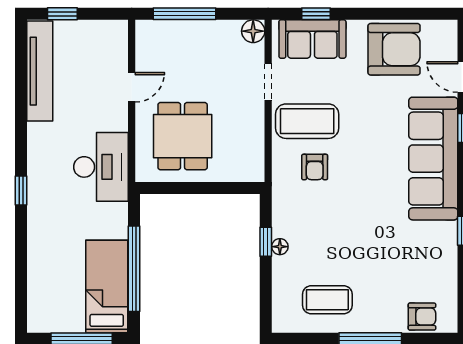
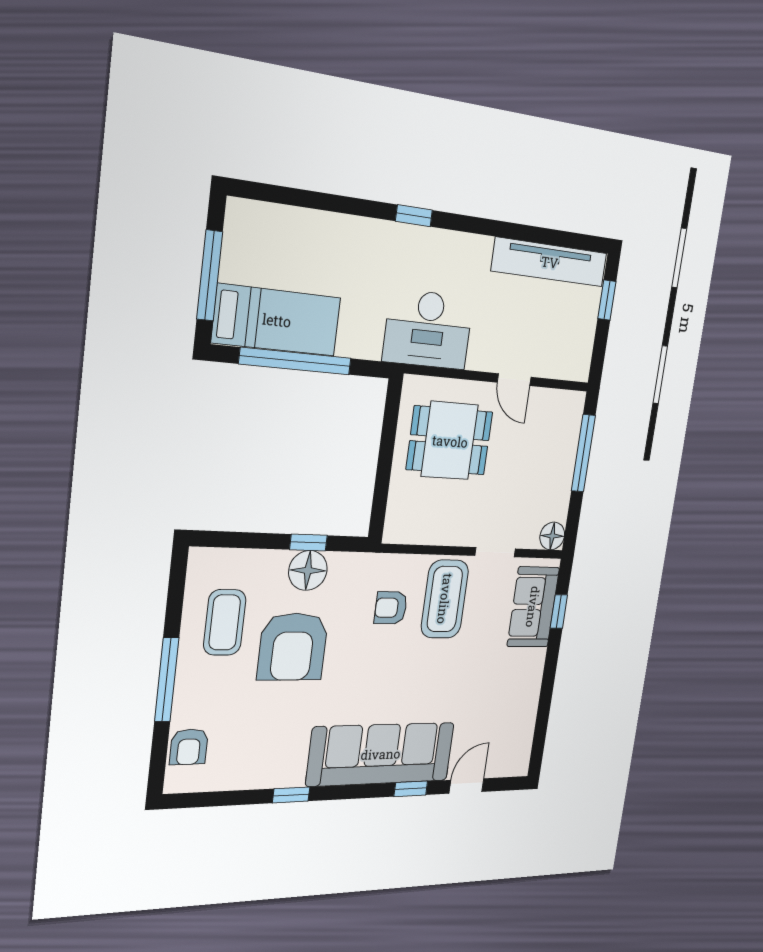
armchair: (394, 49) -> (293, 647), moved
floor lamp: (280, 247) -> (308, 570), width x1.89, depth x1.89

